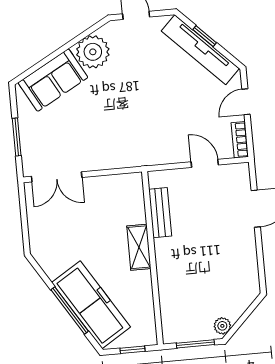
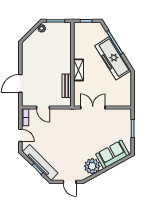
door: (246, 102) -> (20, 135), hinge flipped
double door: (57, 177) -> (93, 107), moved
freezer: (91, 305) -> (113, 58), moved

